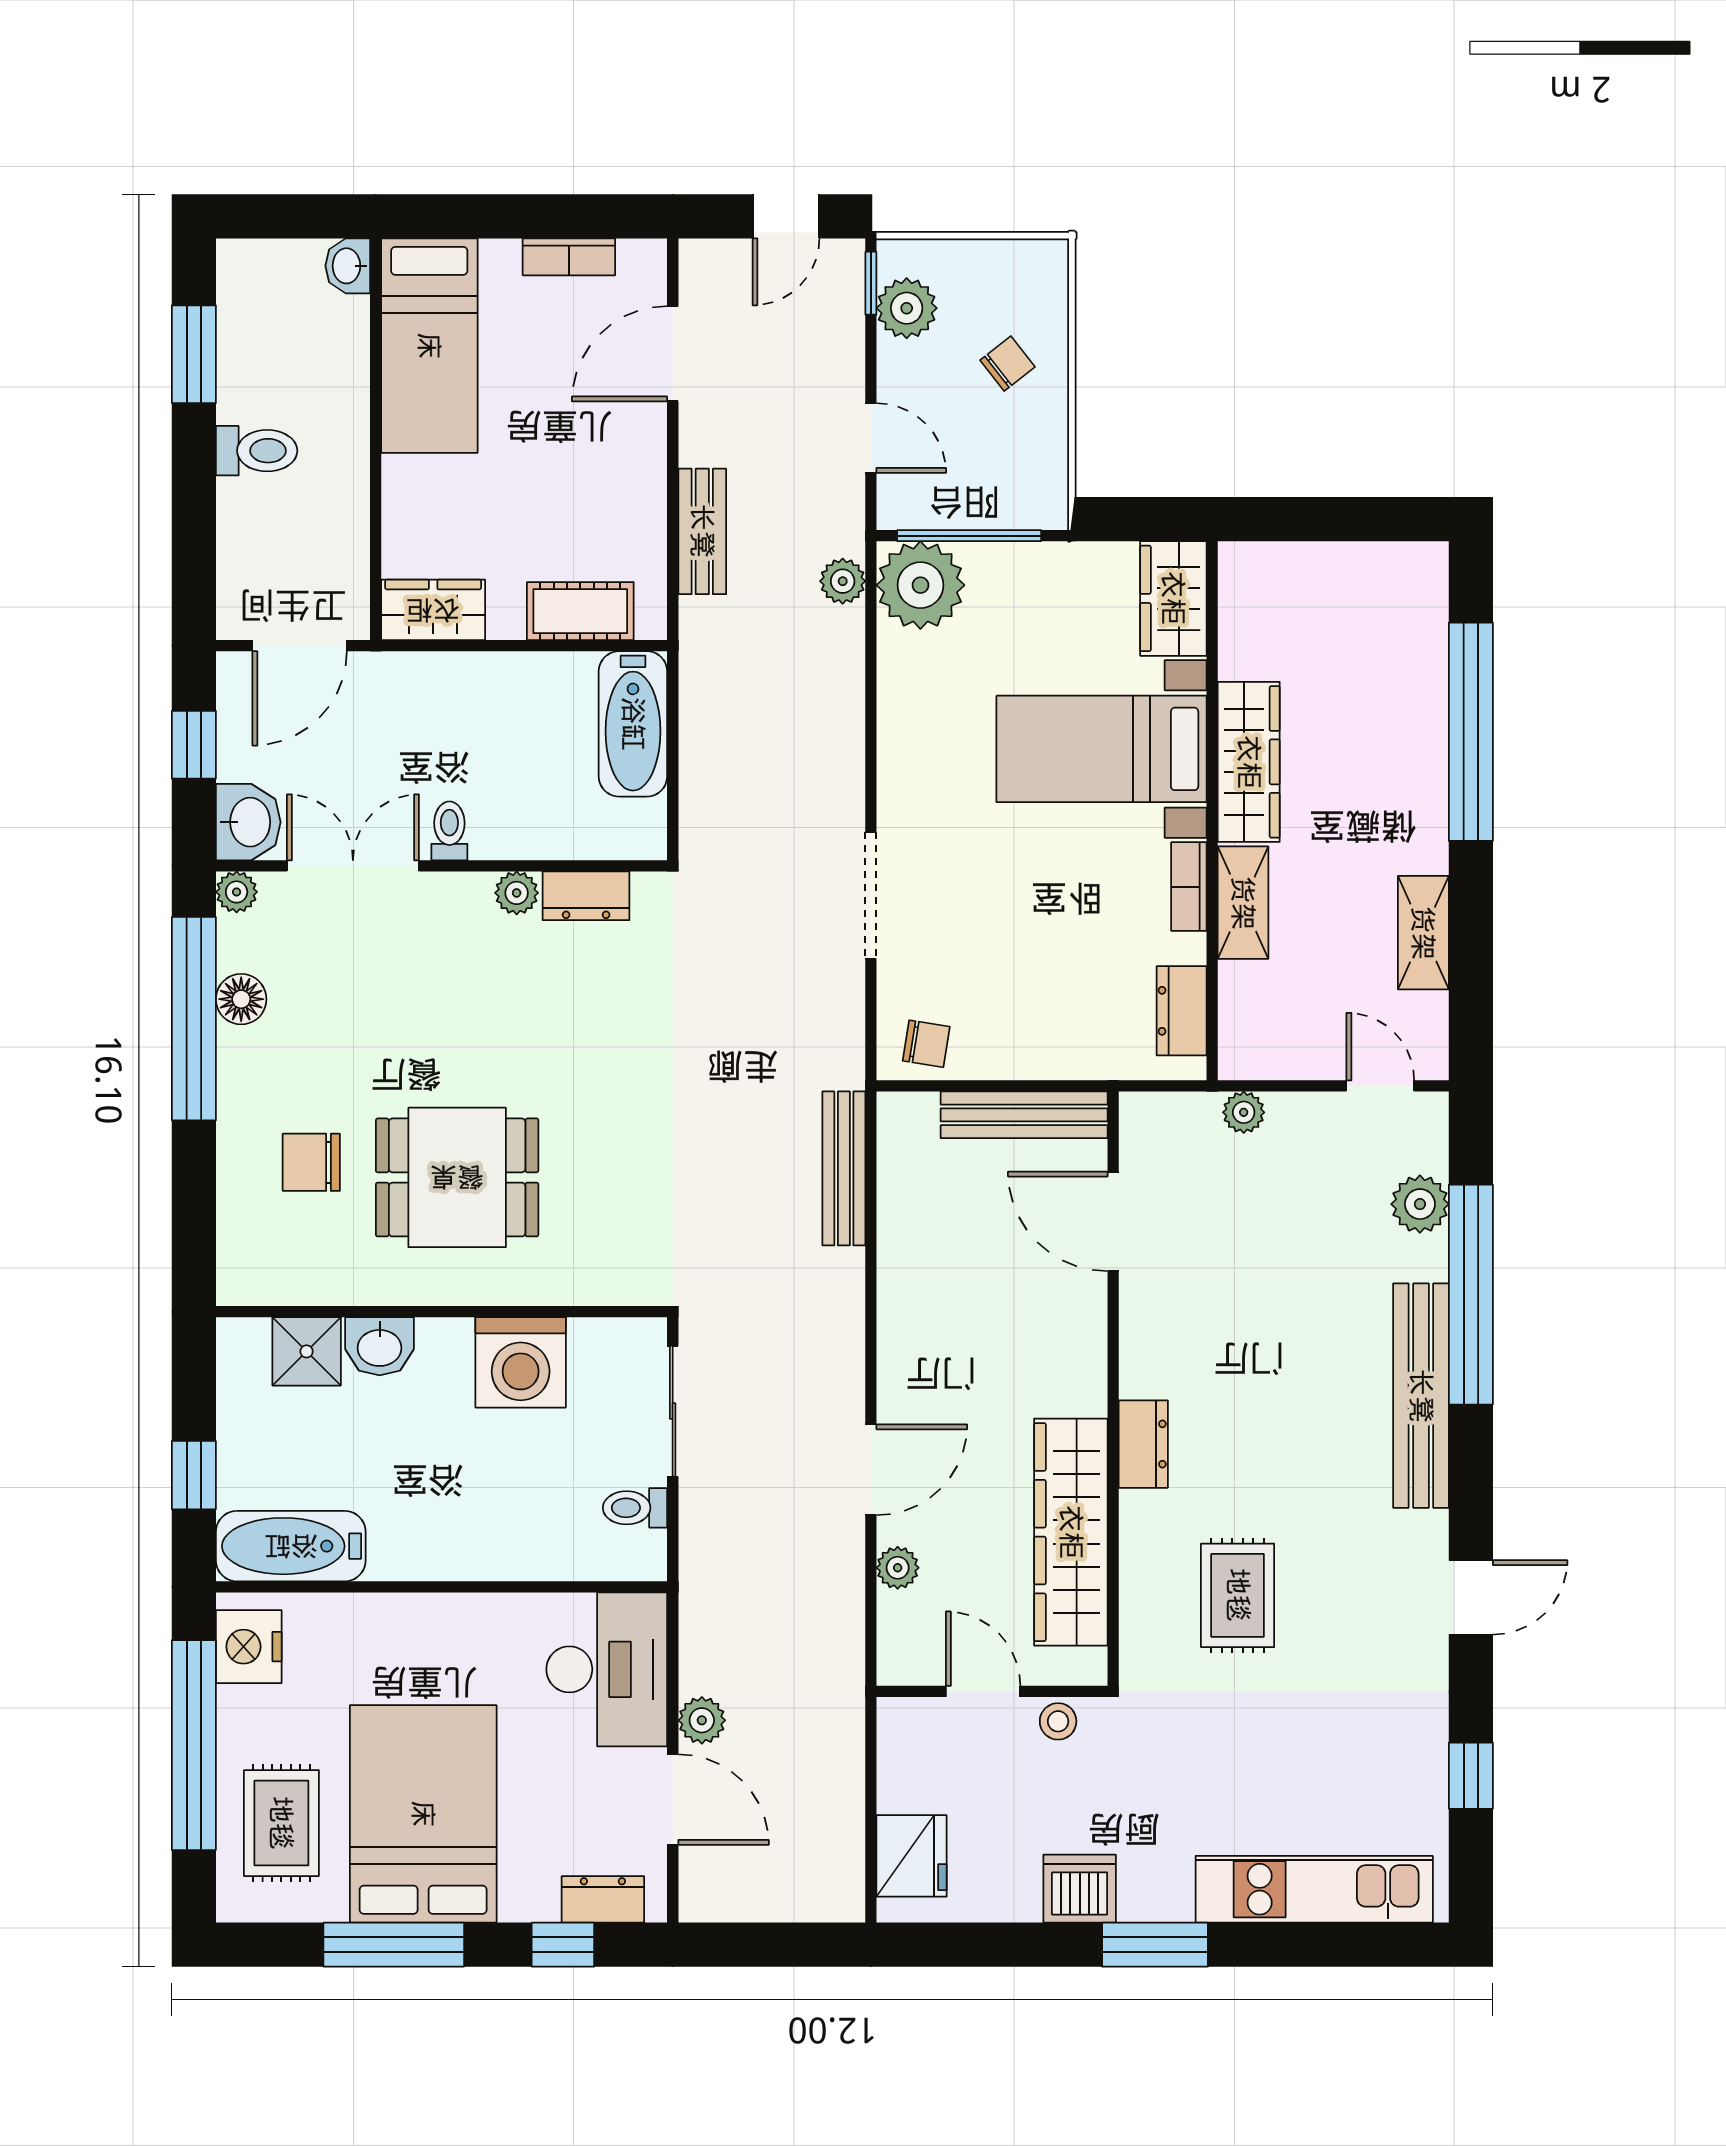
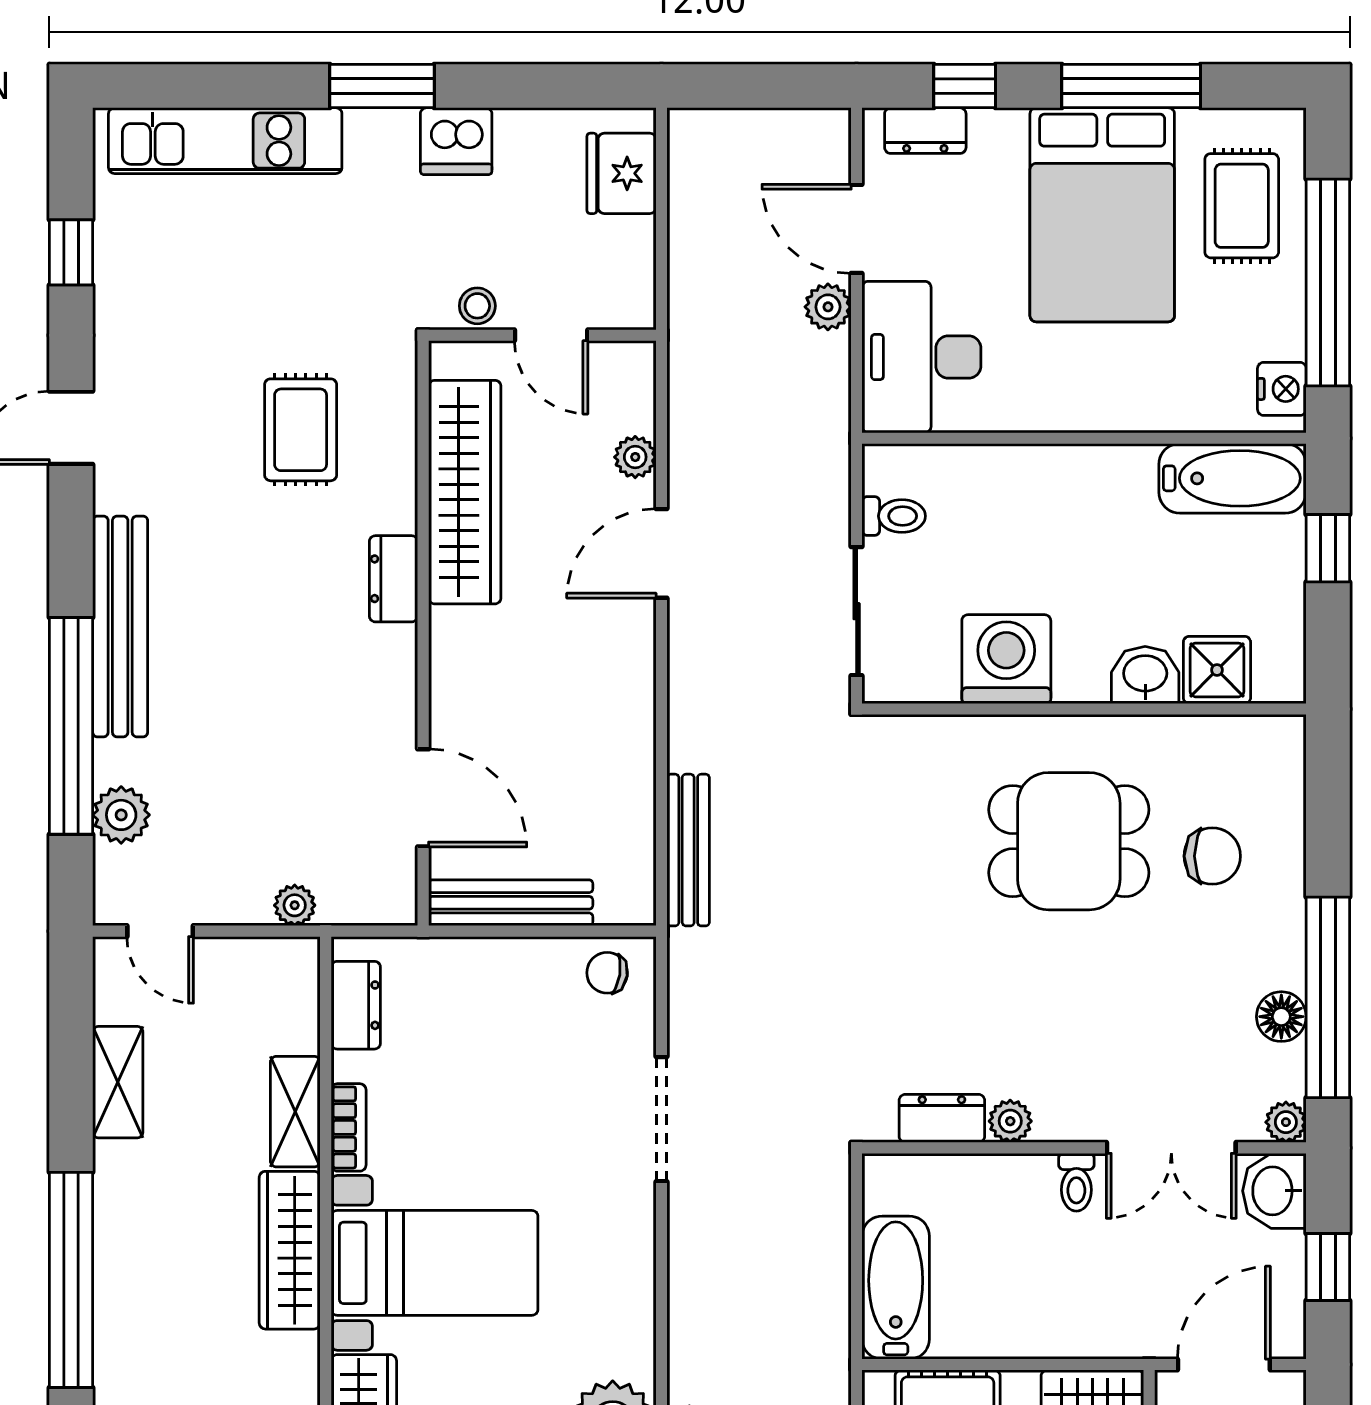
nightstand: (249, 1647) -> (1282, 389), width x0.74, depth x0.75

